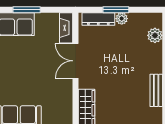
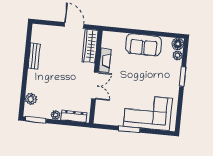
window: (116, 10) -> (36, 120), moved
fireplace: (66, 28) -> (105, 60), moved

